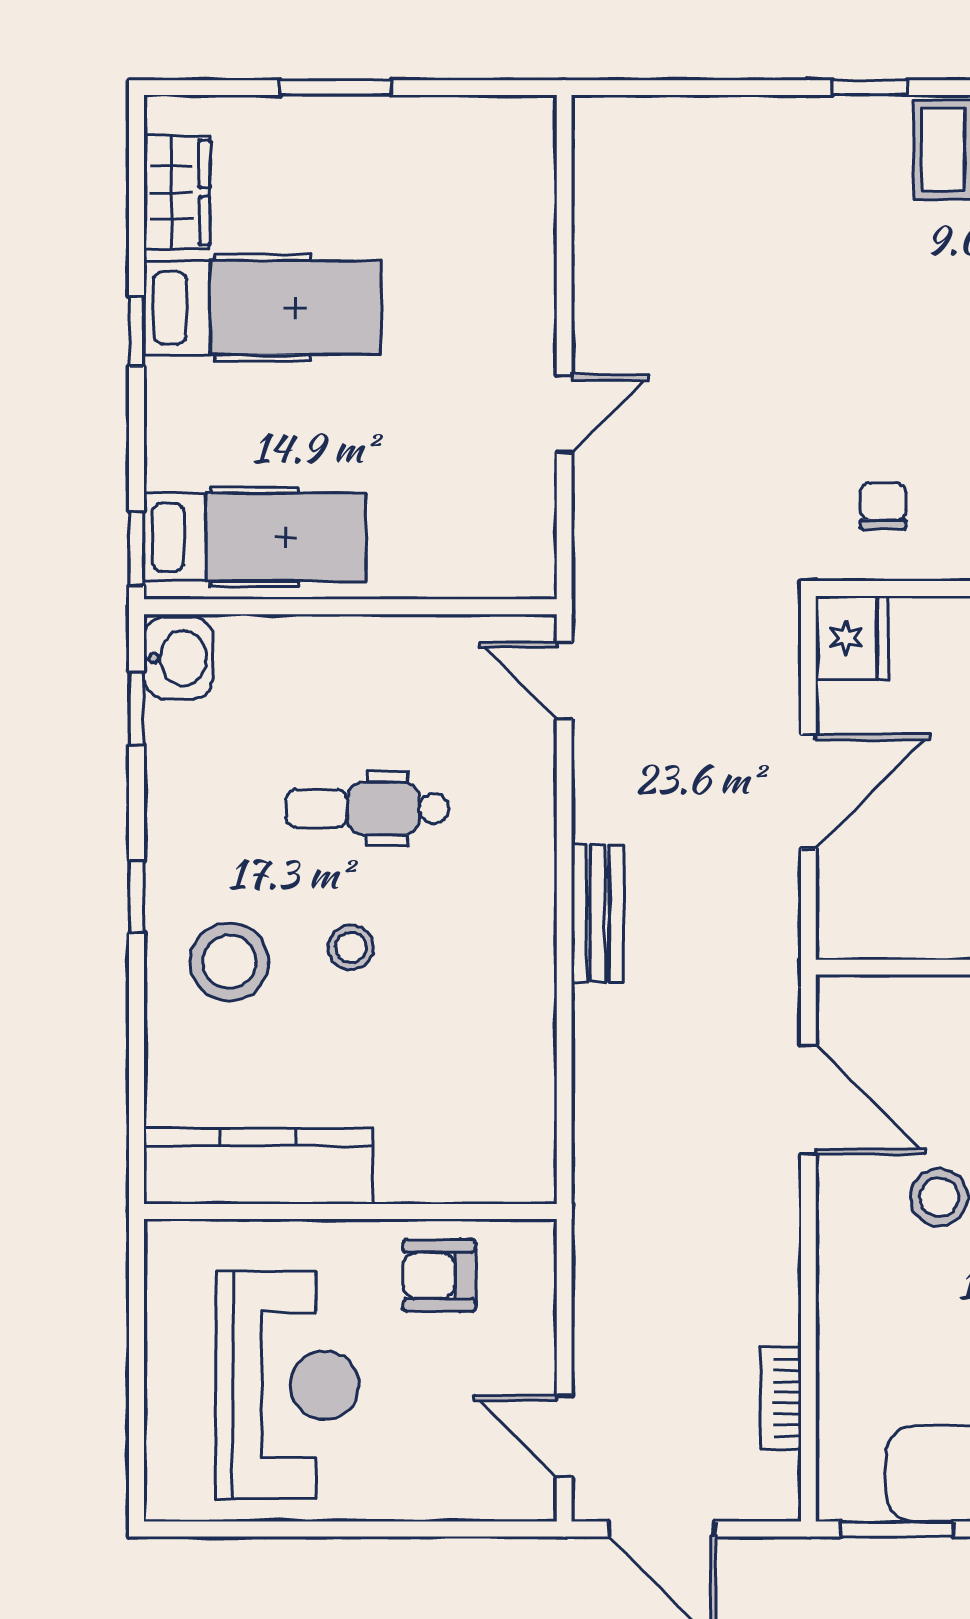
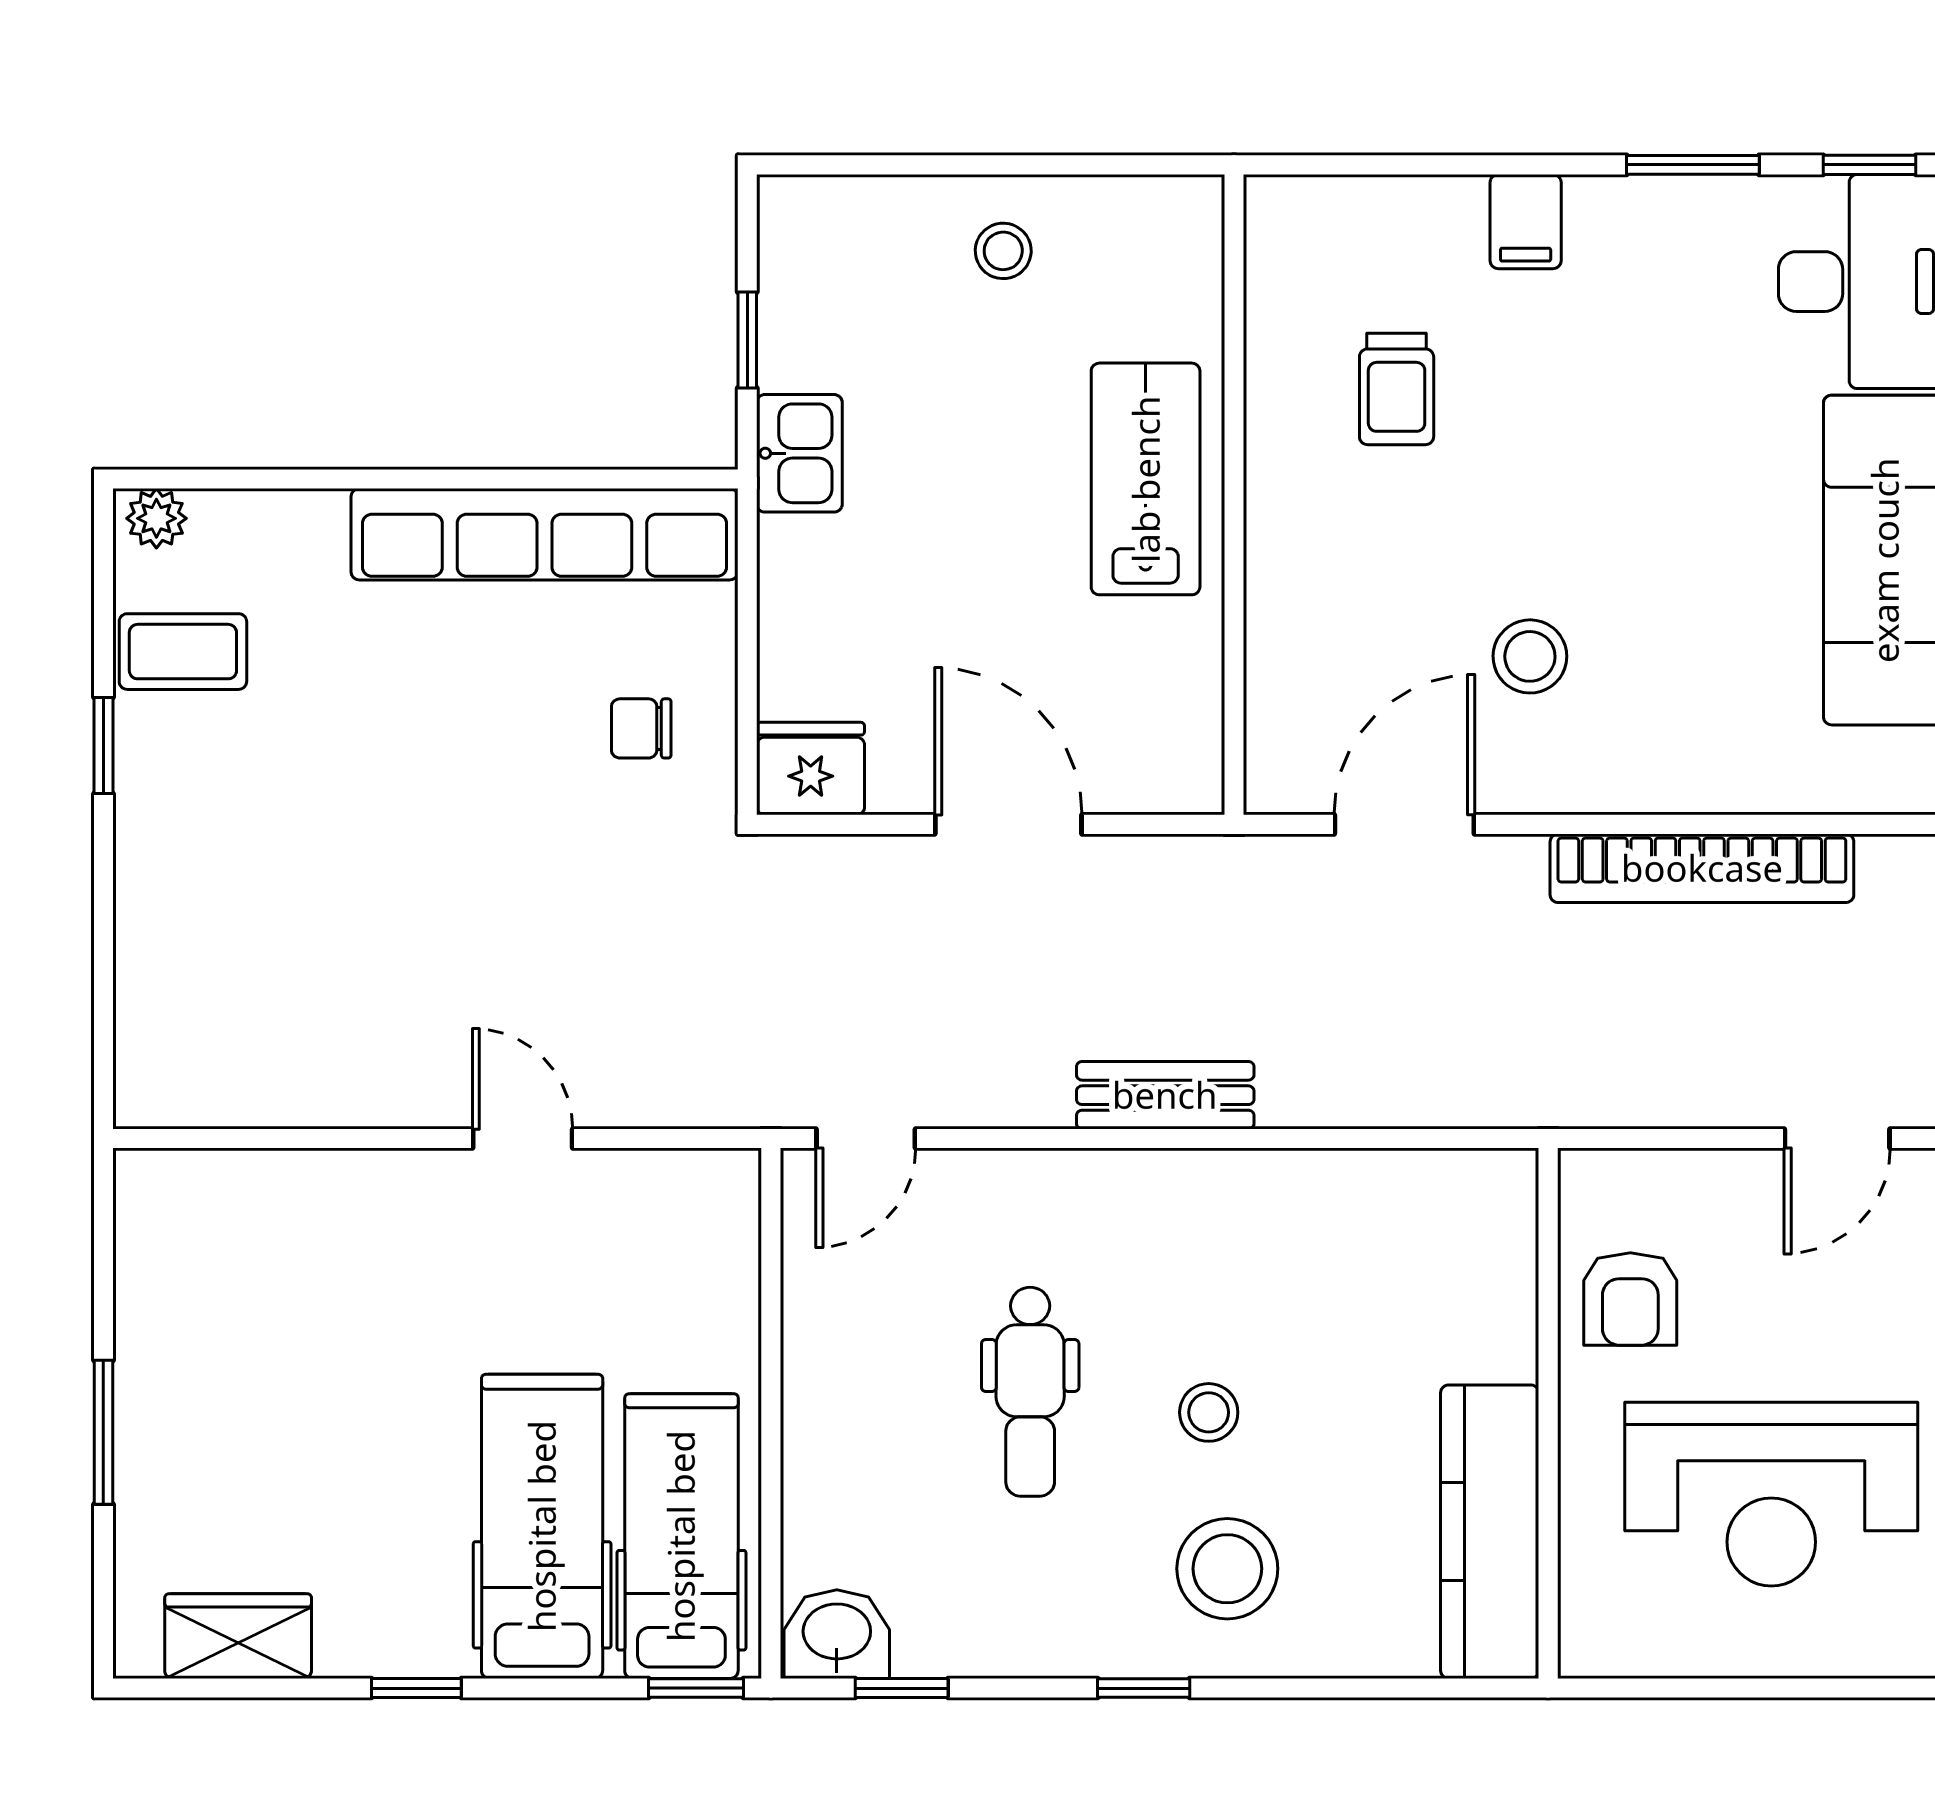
hospital bed: (262, 308) -> (542, 1526), moved
reception desk: (287, 1385) -> (1771, 1494), turned 180
bookcase: (781, 1398) -> (1702, 868), width x2.31, depth x1.31

